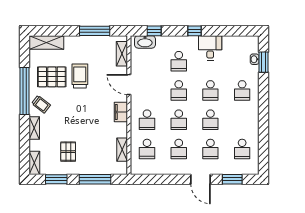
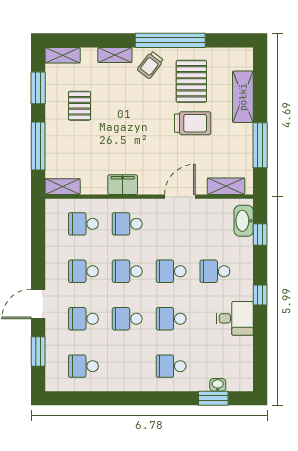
shelving: (46, 42) -> (243, 97), moved
filing cabinet: (121, 112) -> (123, 185), moved
shelving: (122, 150) -> (63, 187), moved
pallet: (68, 152) -> (80, 106), turned 90

